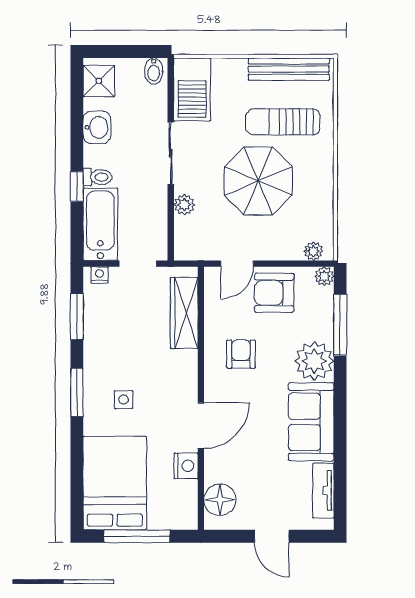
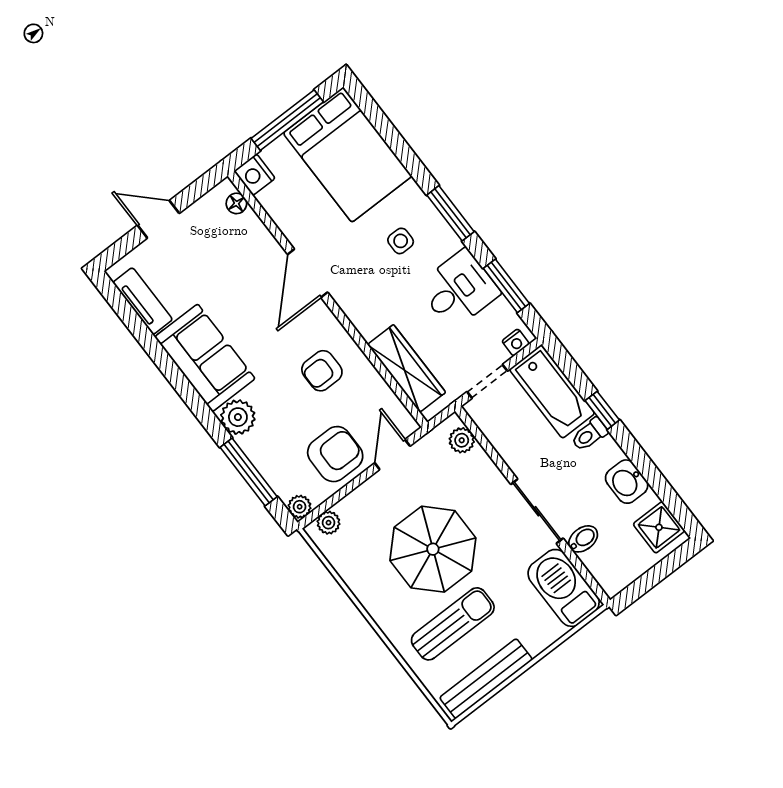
bidet: (154, 71) -> (583, 539), moved, turned 90
plant: (184, 205) -> (462, 440), moved
desk: (110, 338) -> (459, 289), added
armchair: (241, 354) -> (322, 371), turned 90
plant: (314, 361) -> (238, 417), width x0.73, depth x0.73
nightstand: (186, 466) -> (255, 175), moved
floor lamp: (220, 500) -> (236, 203), width x0.53, depth x0.53

